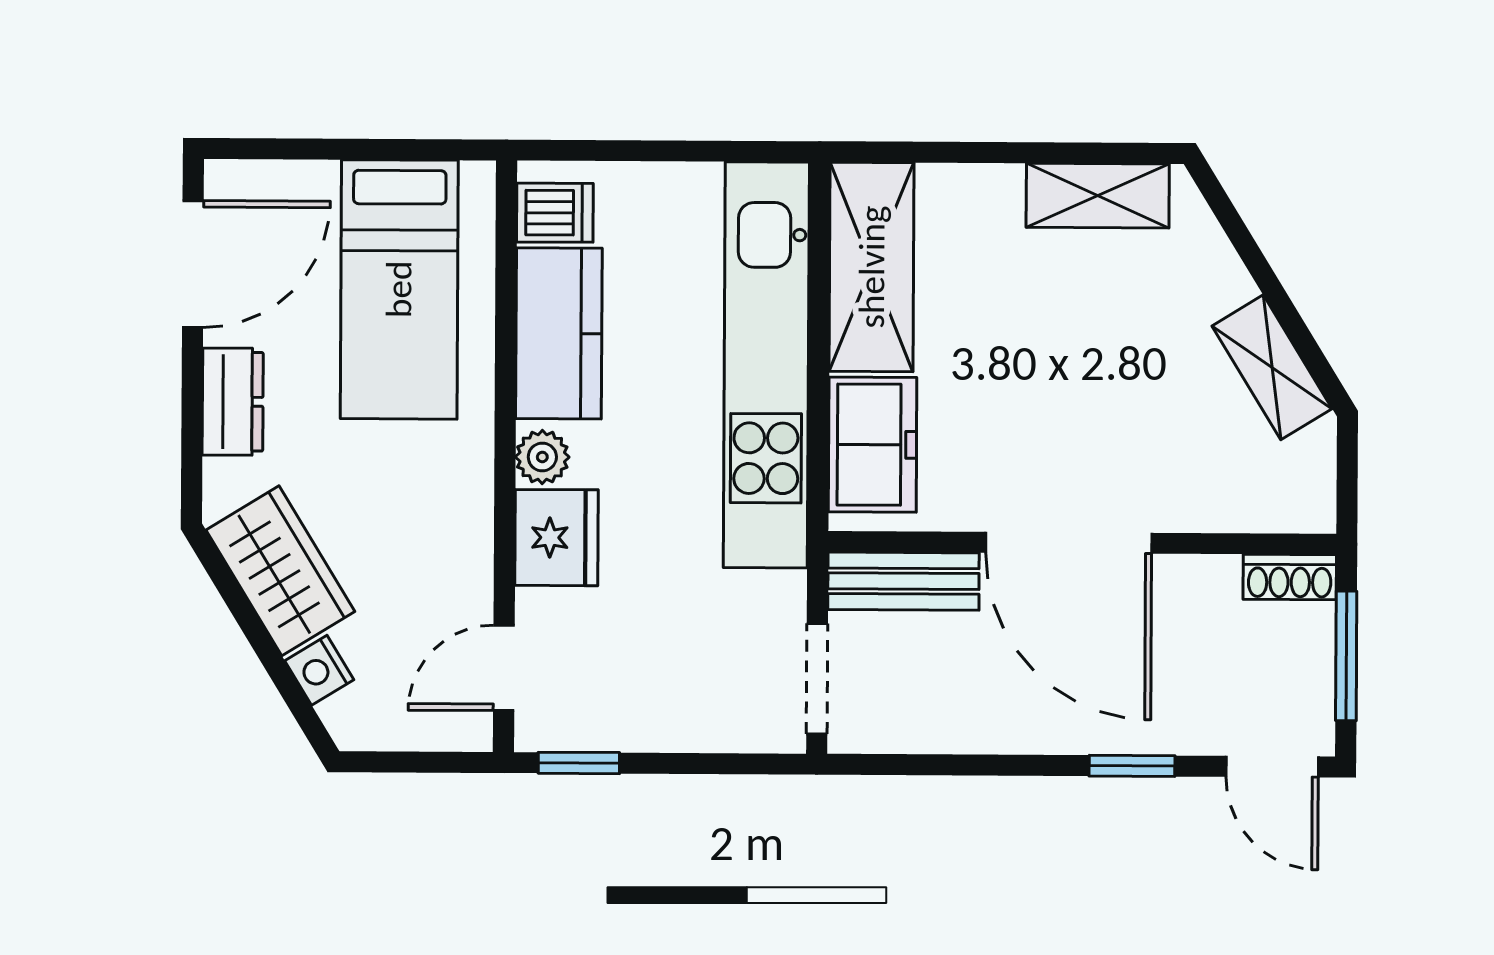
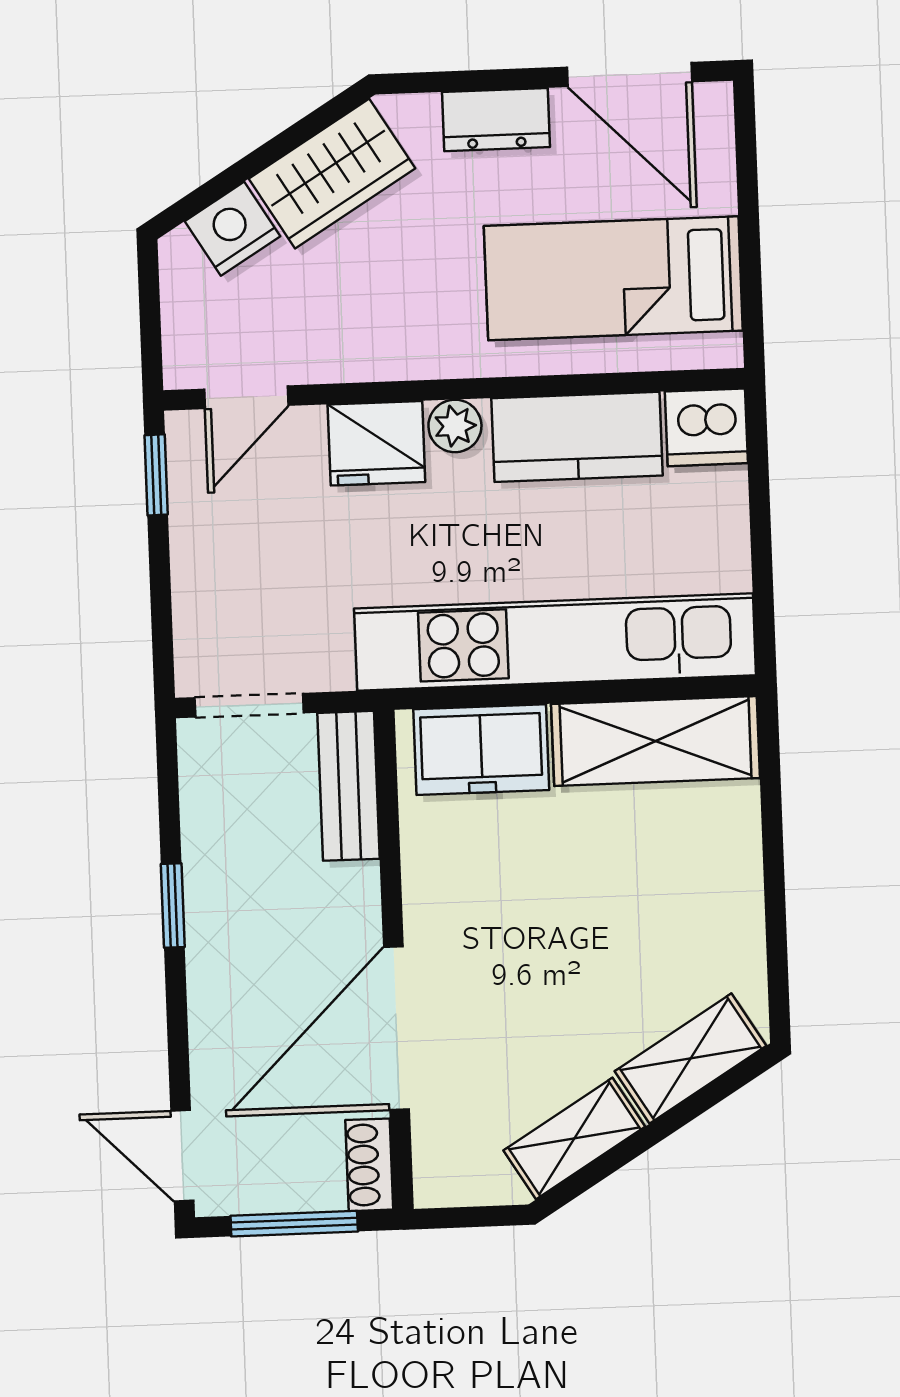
shelving: (1098, 196) -> (691, 1058), moved, turned 58
dishwasher: (555, 213) -> (706, 427), width x1.38
door: (1069, 543) -> (396, 1028), moved
door: (504, 668) -> (246, 397), swing flipped
nightstand: (319, 670) -> (232, 229), width x1.39, depth x1.35
window: (1132, 766) -> (173, 906), moved
door: (1272, 767) -> (182, 1156), hinge flipped

